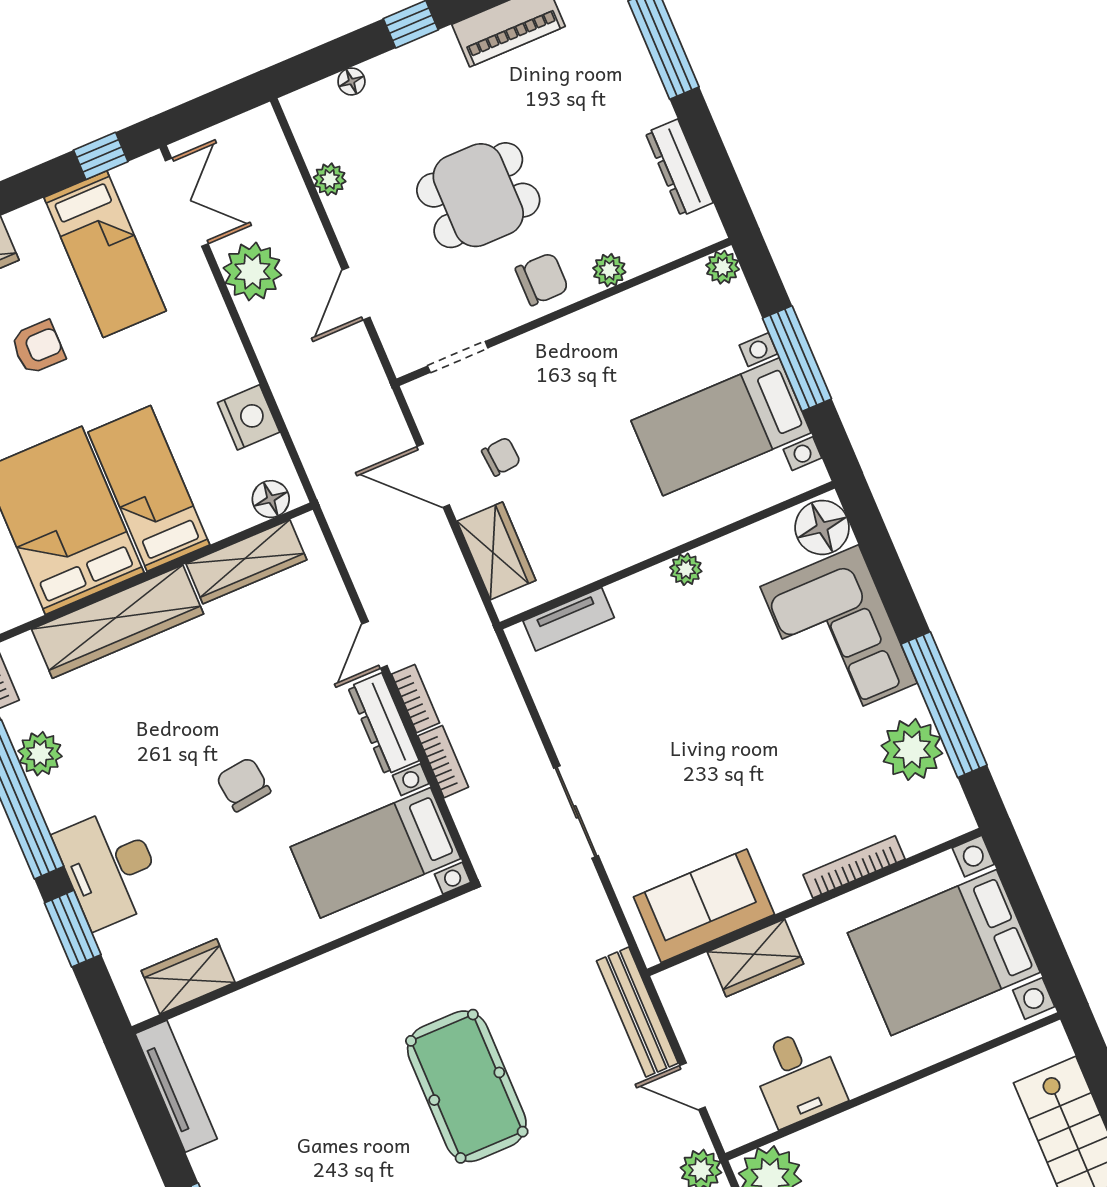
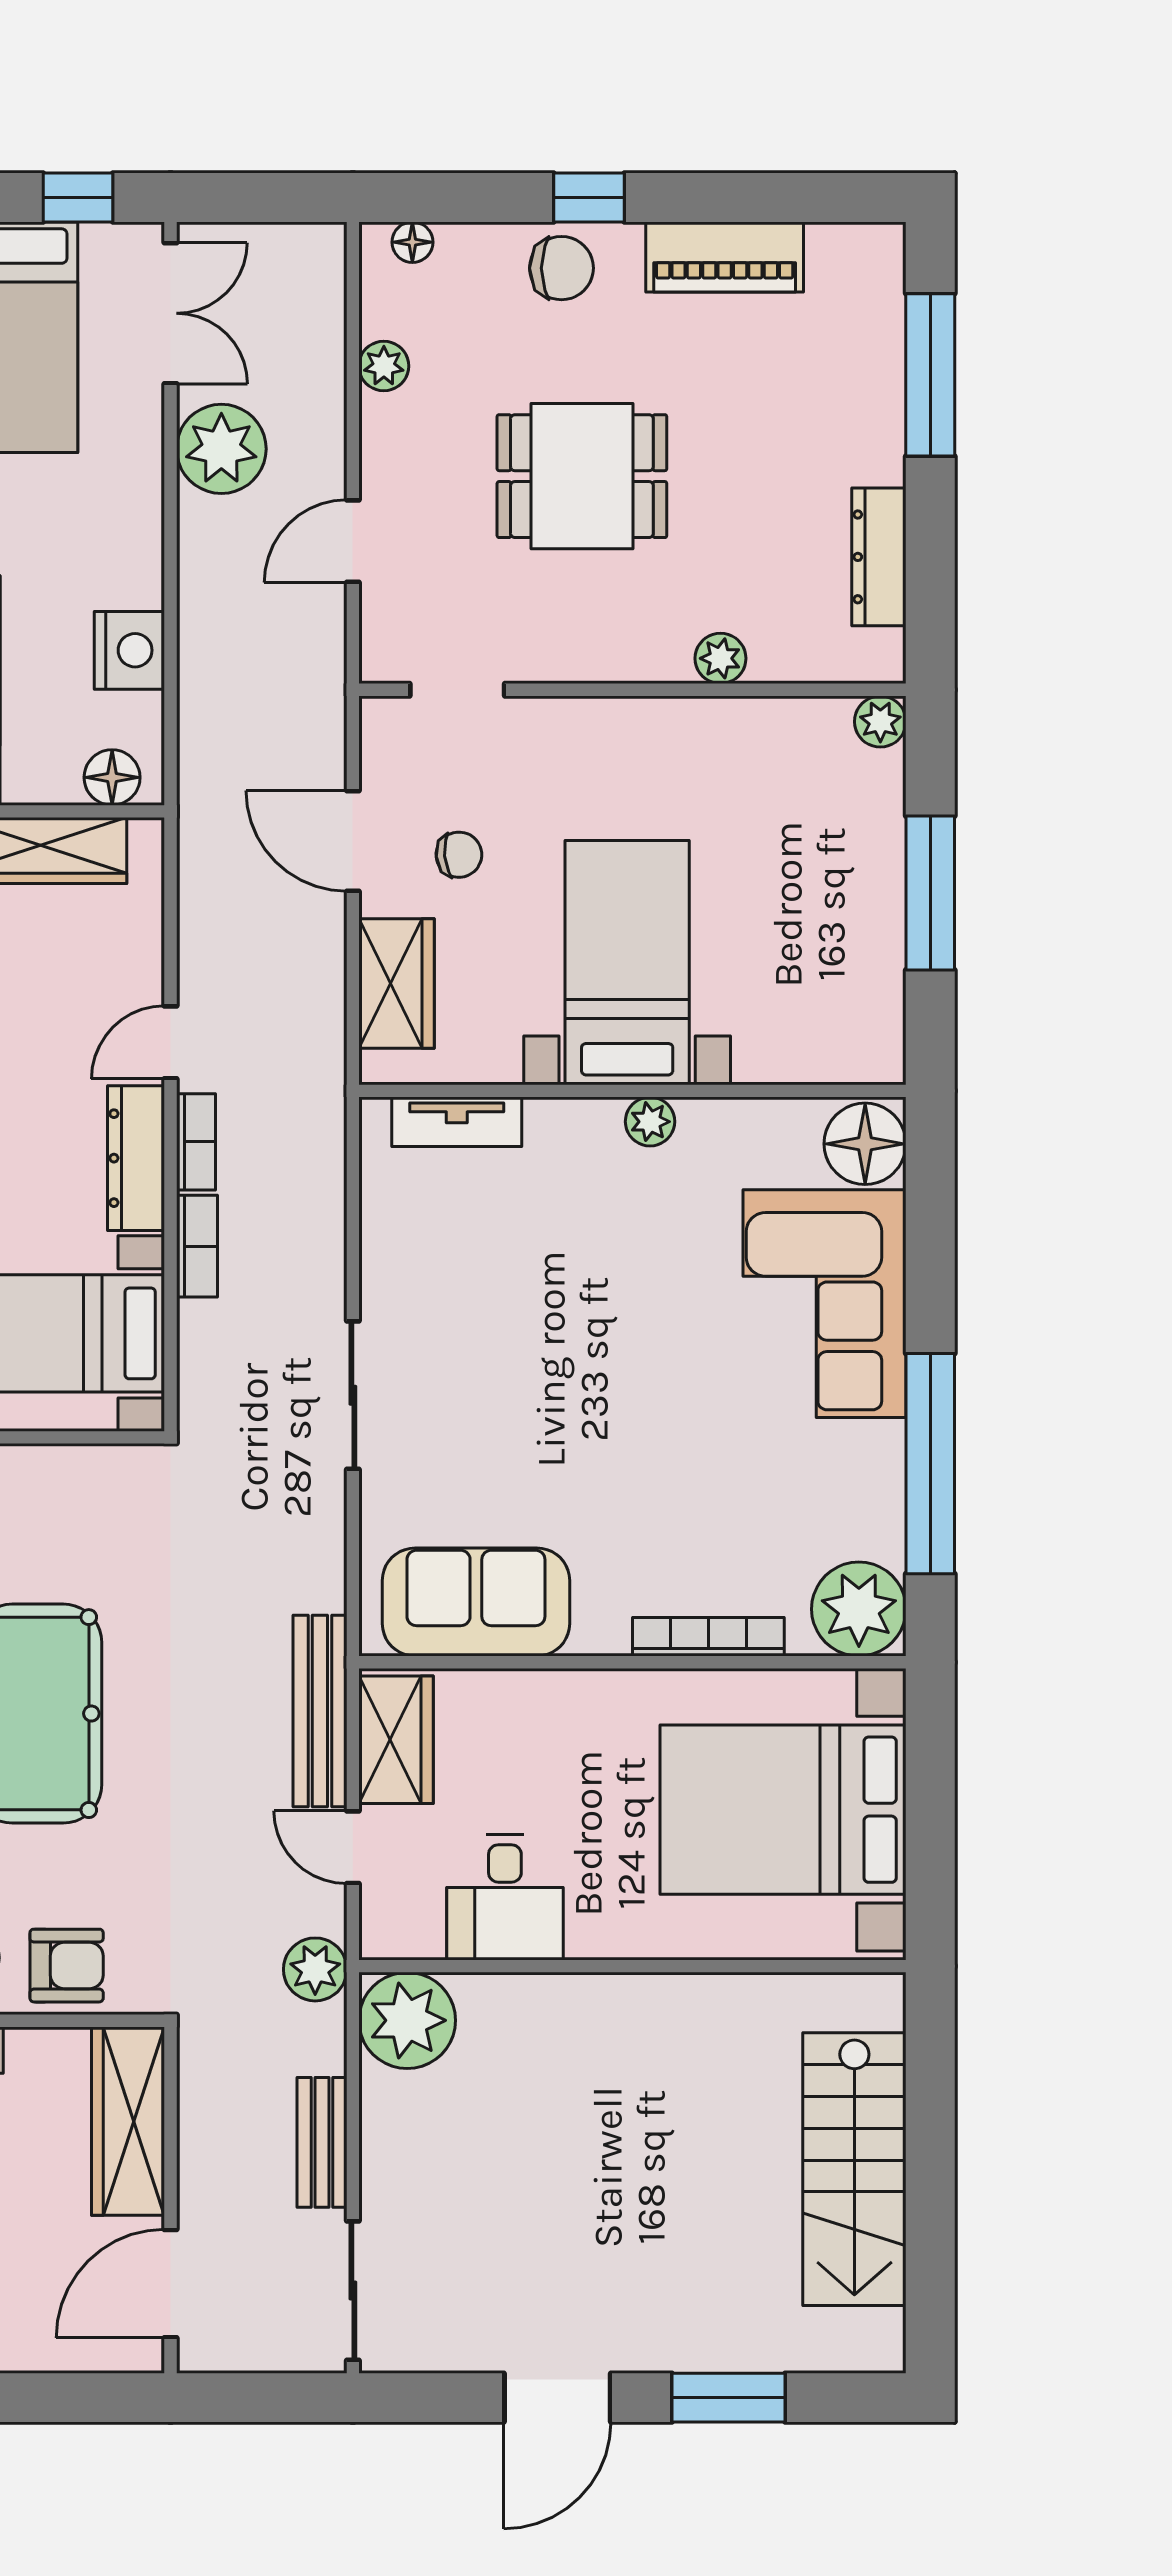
floor lamp: (351, 81) -> (412, 242), moved
chair: (542, 279) -> (562, 268), moved
bed with nightstands: (721, 427) -> (627, 963), moved, turned 90
plant: (912, 749) -> (859, 1609), moved
wardrobe: (755, 958) -> (396, 1740), moved, turned -90

